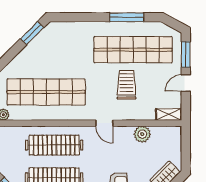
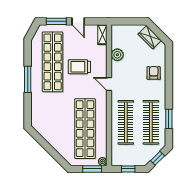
window: (127, 17) -> (28, 79), moved
window: (32, 33) -> (40, 139), removed
door: (104, 123) -> (109, 84), swing flipped

